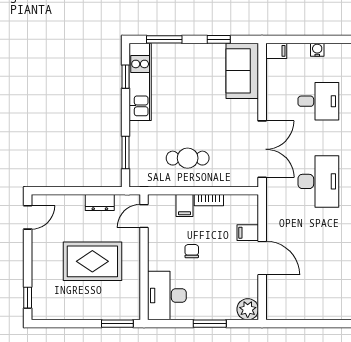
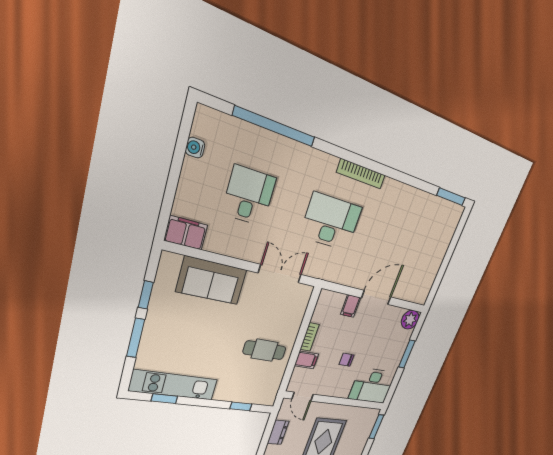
window: (164, 39) -> (136, 338), moved
water cooler: (317, 50) -> (195, 148), moved
filing cabinet: (276, 51) -> (186, 233), width x2.00
sofa: (242, 71) -> (212, 281), moved
double door: (262, 149) -> (280, 274), width x0.73
window: (125, 152) -> (241, 406), width x0.67
cafe table: (188, 158) -> (265, 350), turned 90

